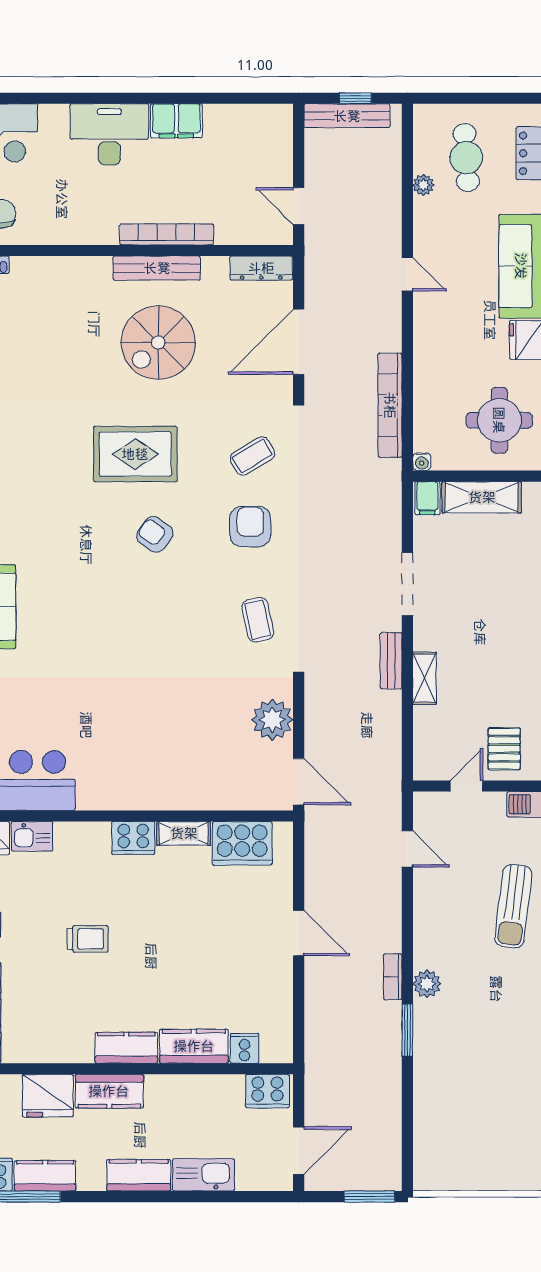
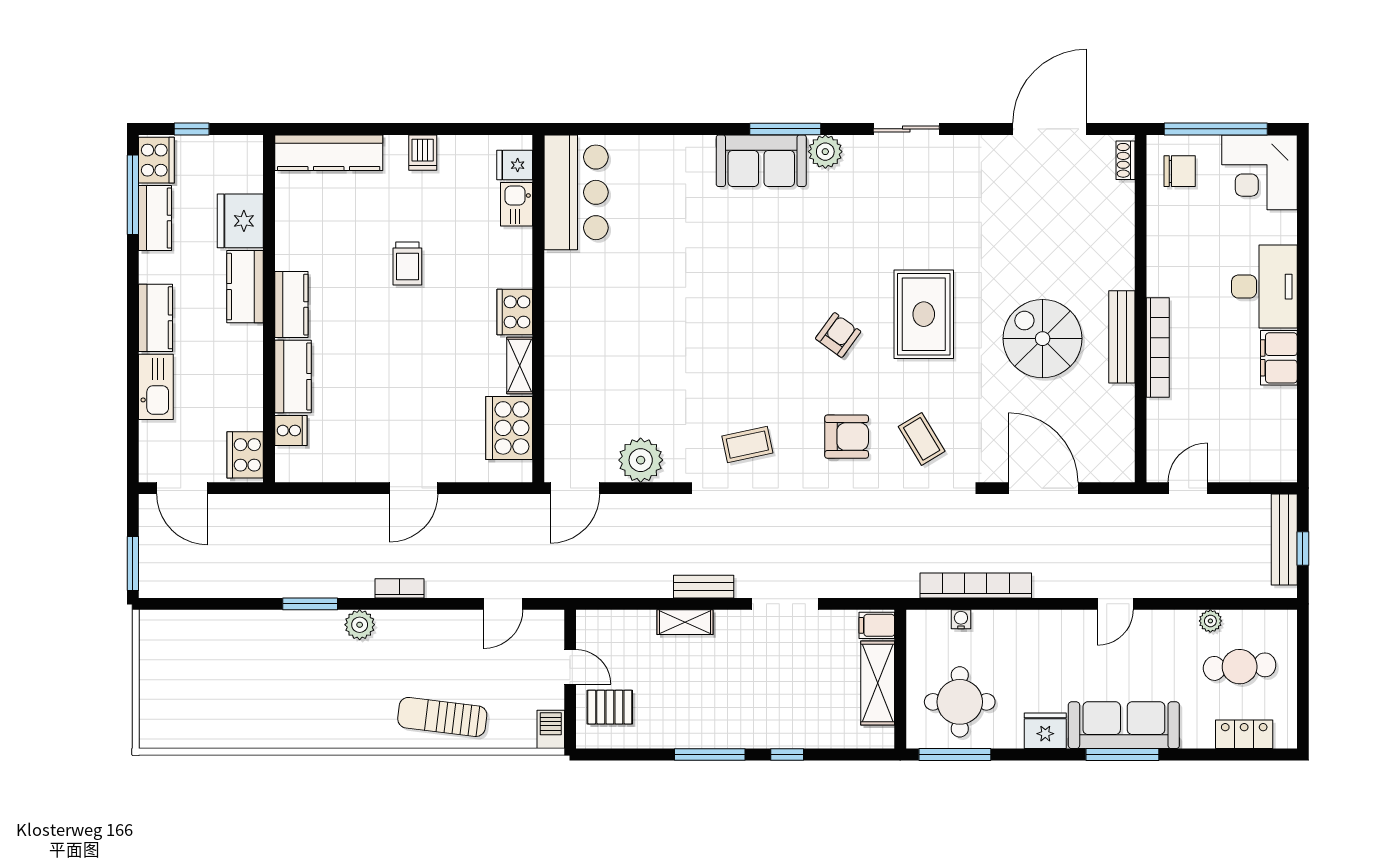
dresser: (261, 268) -> (1122, 448), removed
water cooler: (422, 462) -> (961, 619), moved, turned 90
bookcase: (393, 977) -> (399, 588), moved

